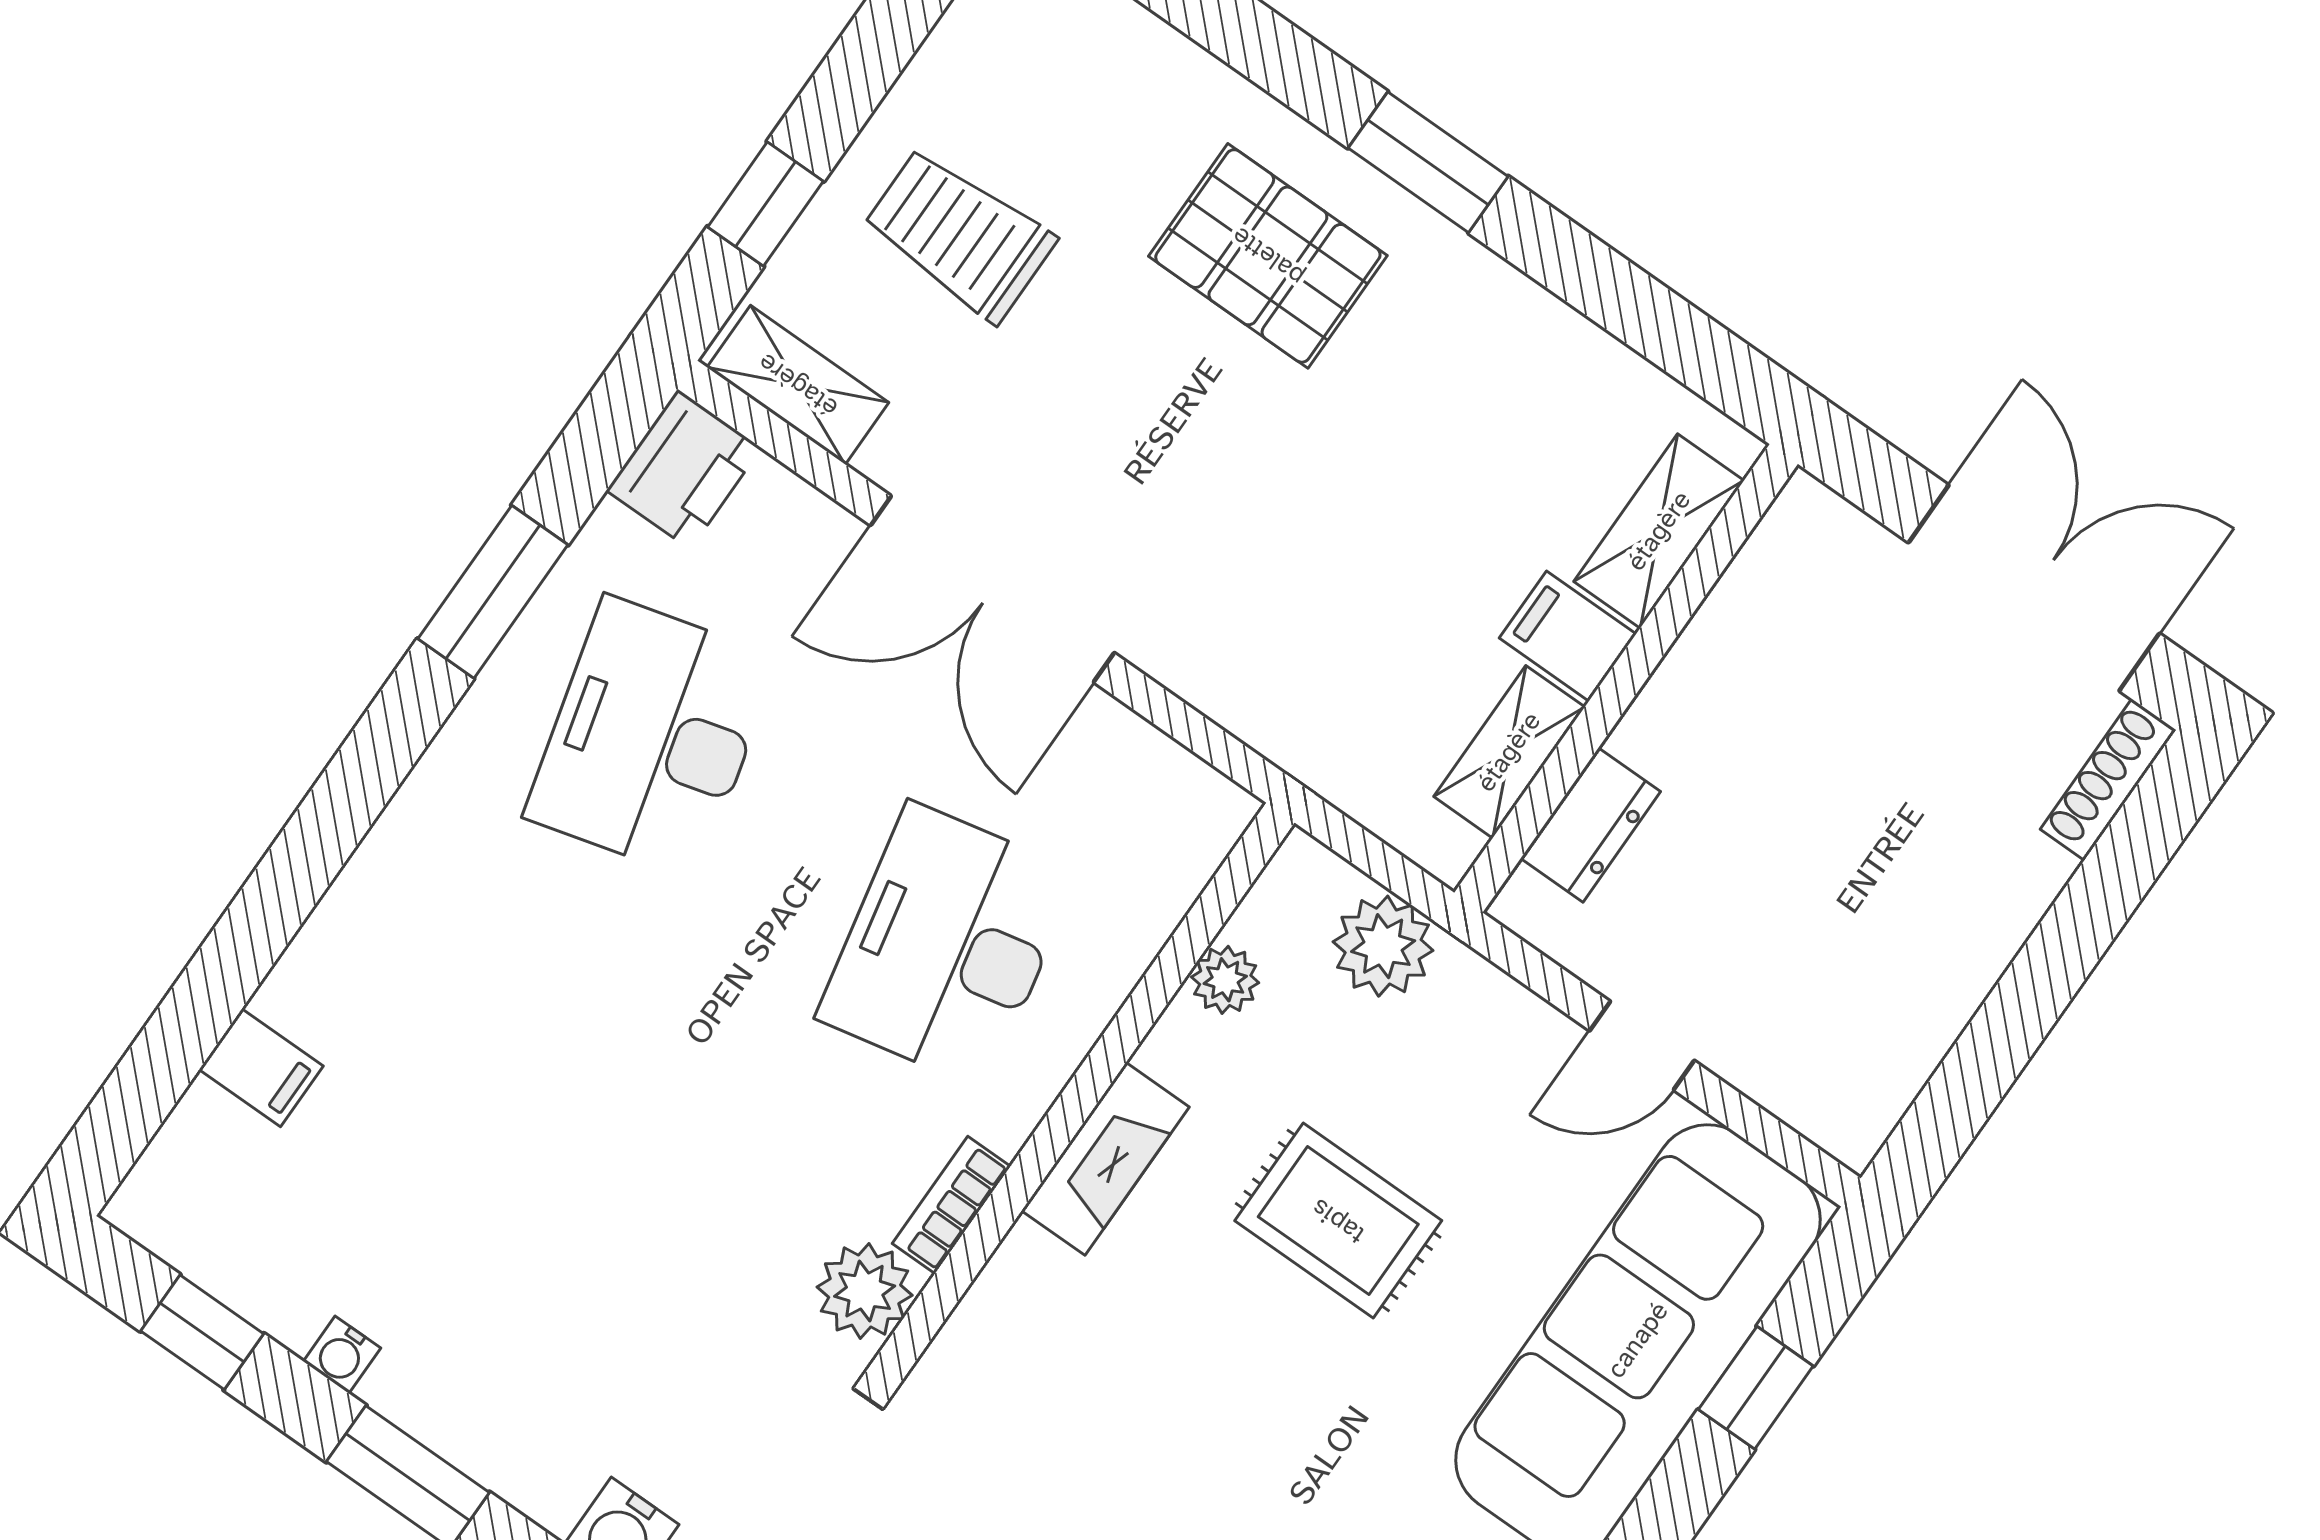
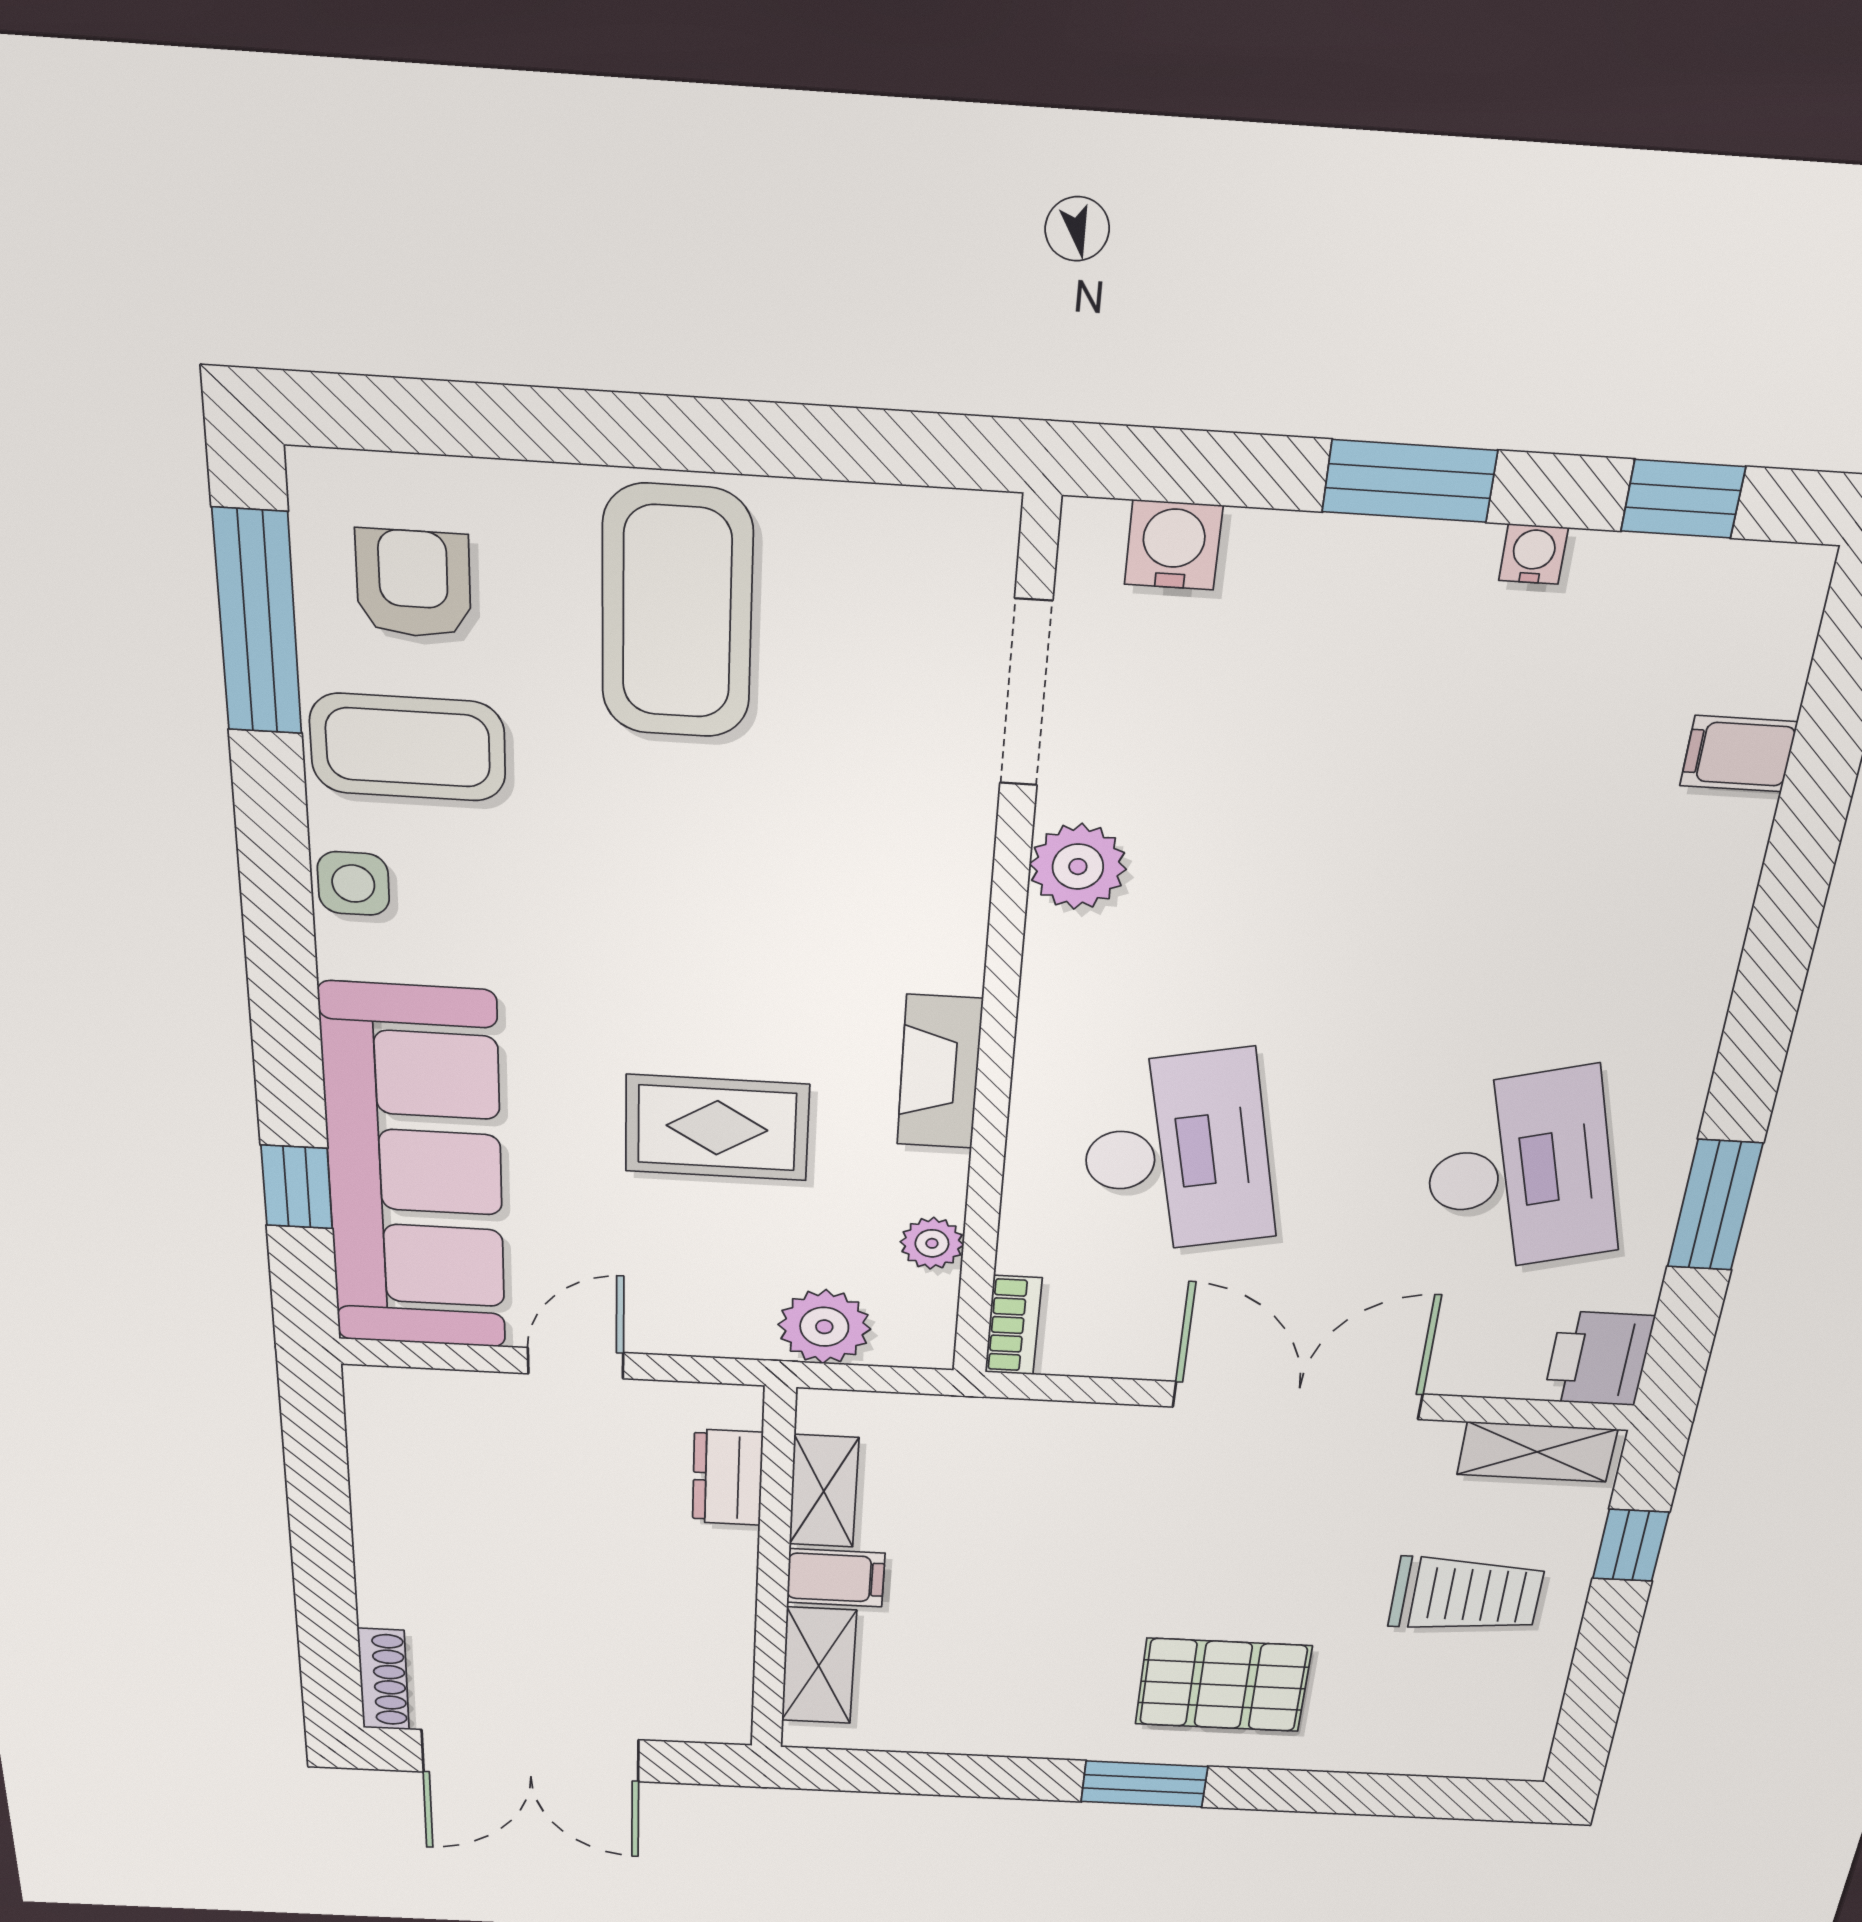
bookcase: (951, 1205) -> (1013, 1325), moved

